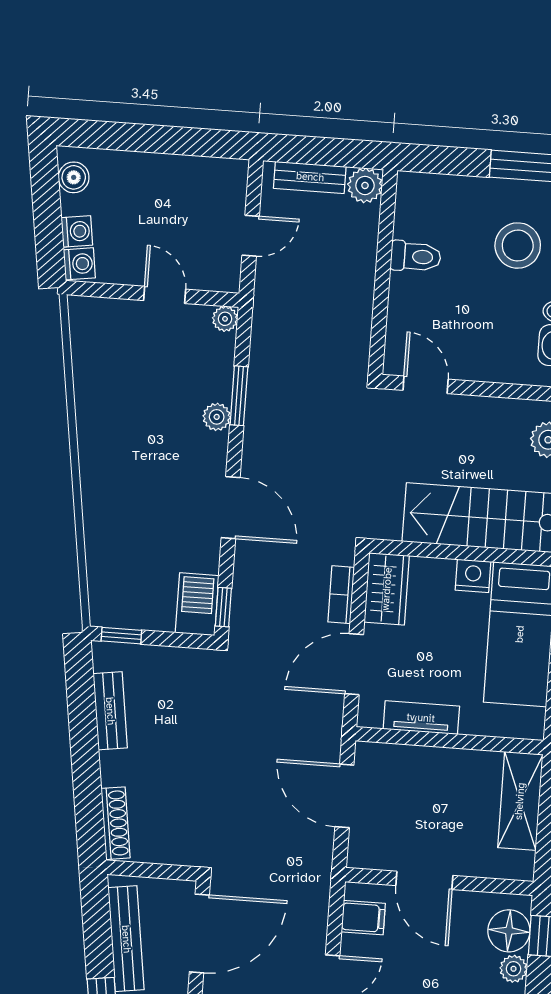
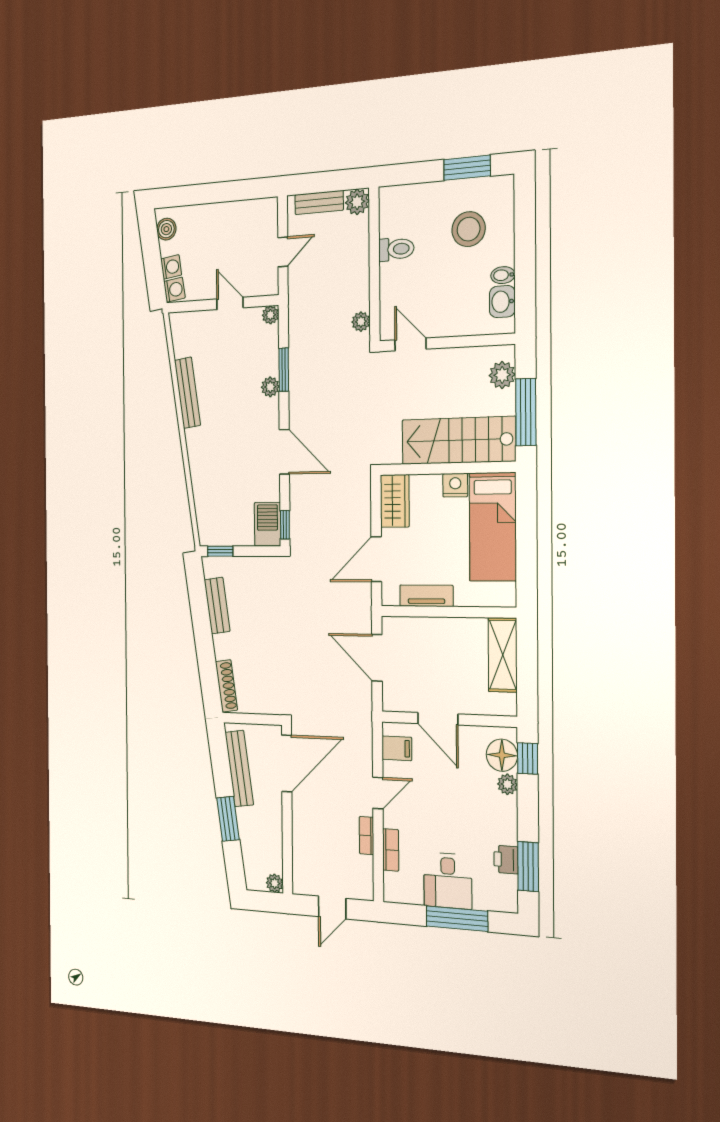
plant: (357, 345) -> (361, 322), added
bench: (88, 410) -> (187, 393), added
bookcase: (341, 595) -> (364, 508), removed

